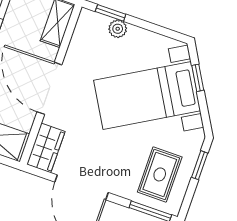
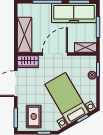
rug: (160, 174) -> (34, 116), turned 90

